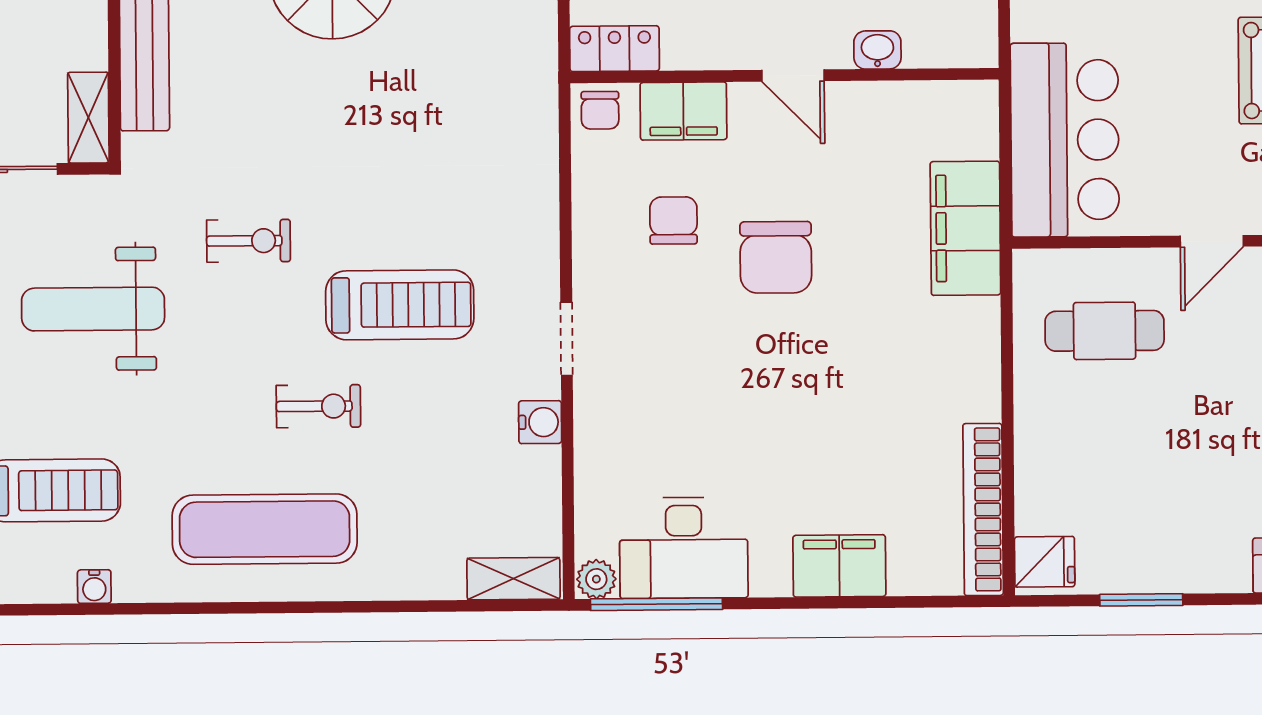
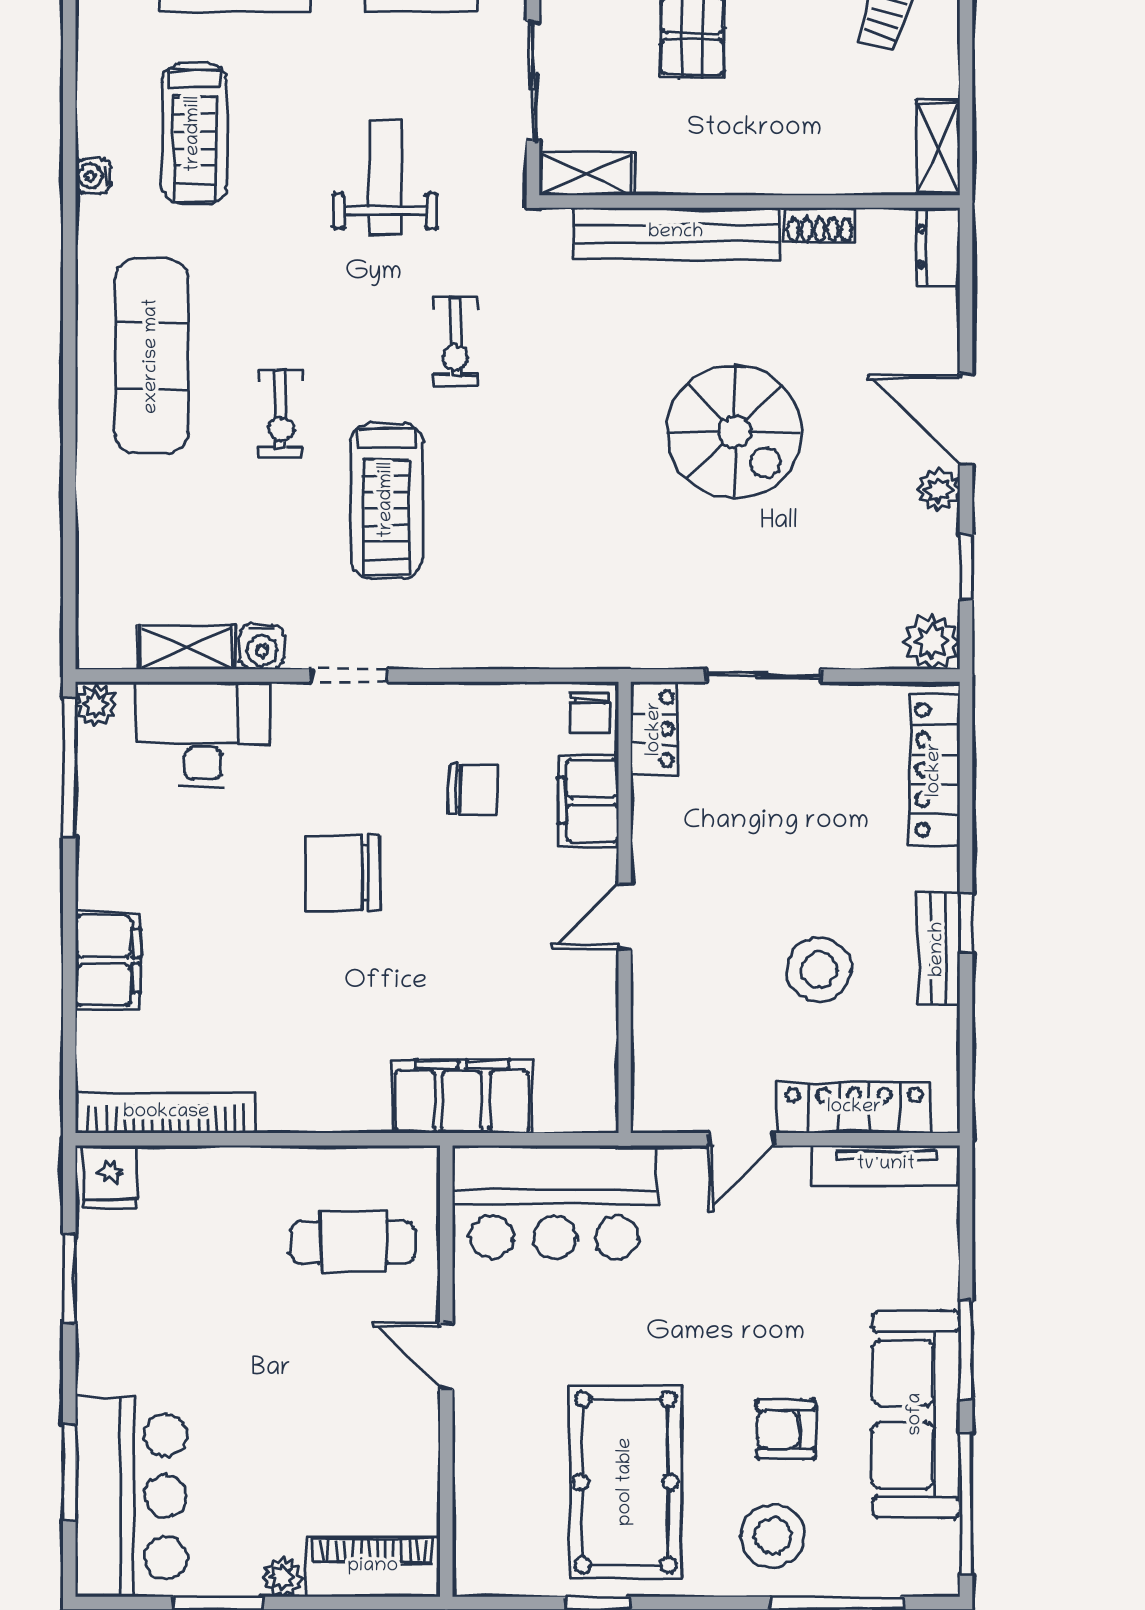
washbasin: (877, 50) -> (651, 1006), removed
chair: (600, 110) -> (590, 713), turned -90
chair: (776, 257) -> (343, 873), moved
weight bench: (93, 309) -> (385, 177), width x0.73, depth x0.75
cafe table: (1105, 331) -> (353, 1242), turned 90
desk: (684, 548) -> (203, 735), moved, turned 90
shelving: (513, 579) -> (186, 647), moved, turned 90

